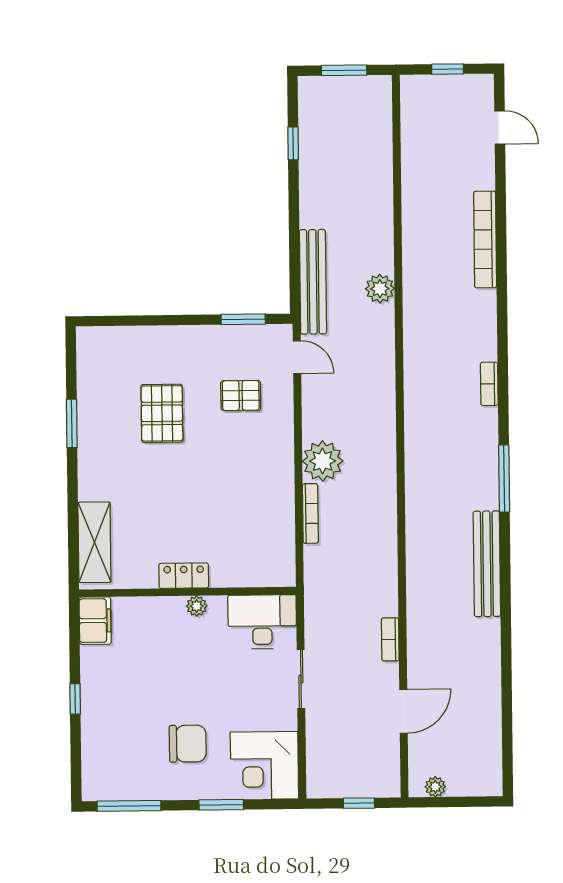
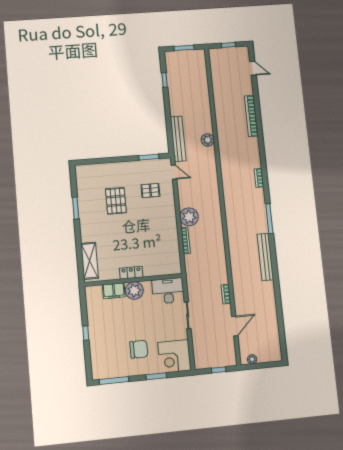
plant: (197, 606) -> (134, 291), width x1.88, depth x1.88
filing cabinet: (95, 621) -> (114, 291), moved, turned 90

